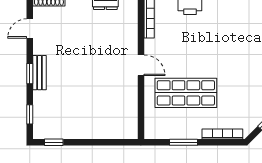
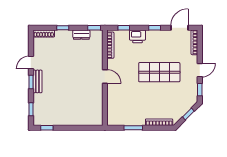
door: (30, 29) -> (31, 63), moved
shop shelf: (186, 93) -> (159, 72), moved

